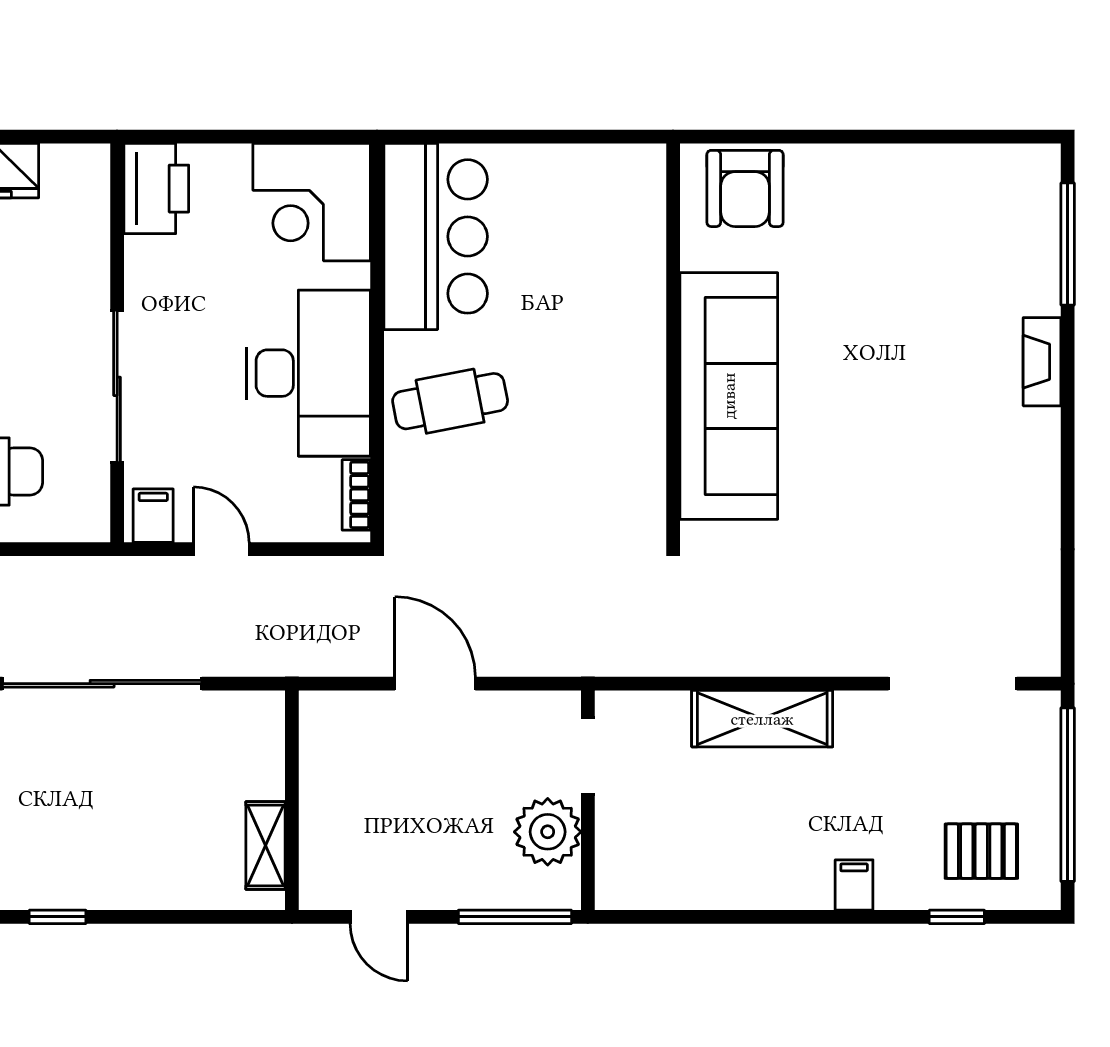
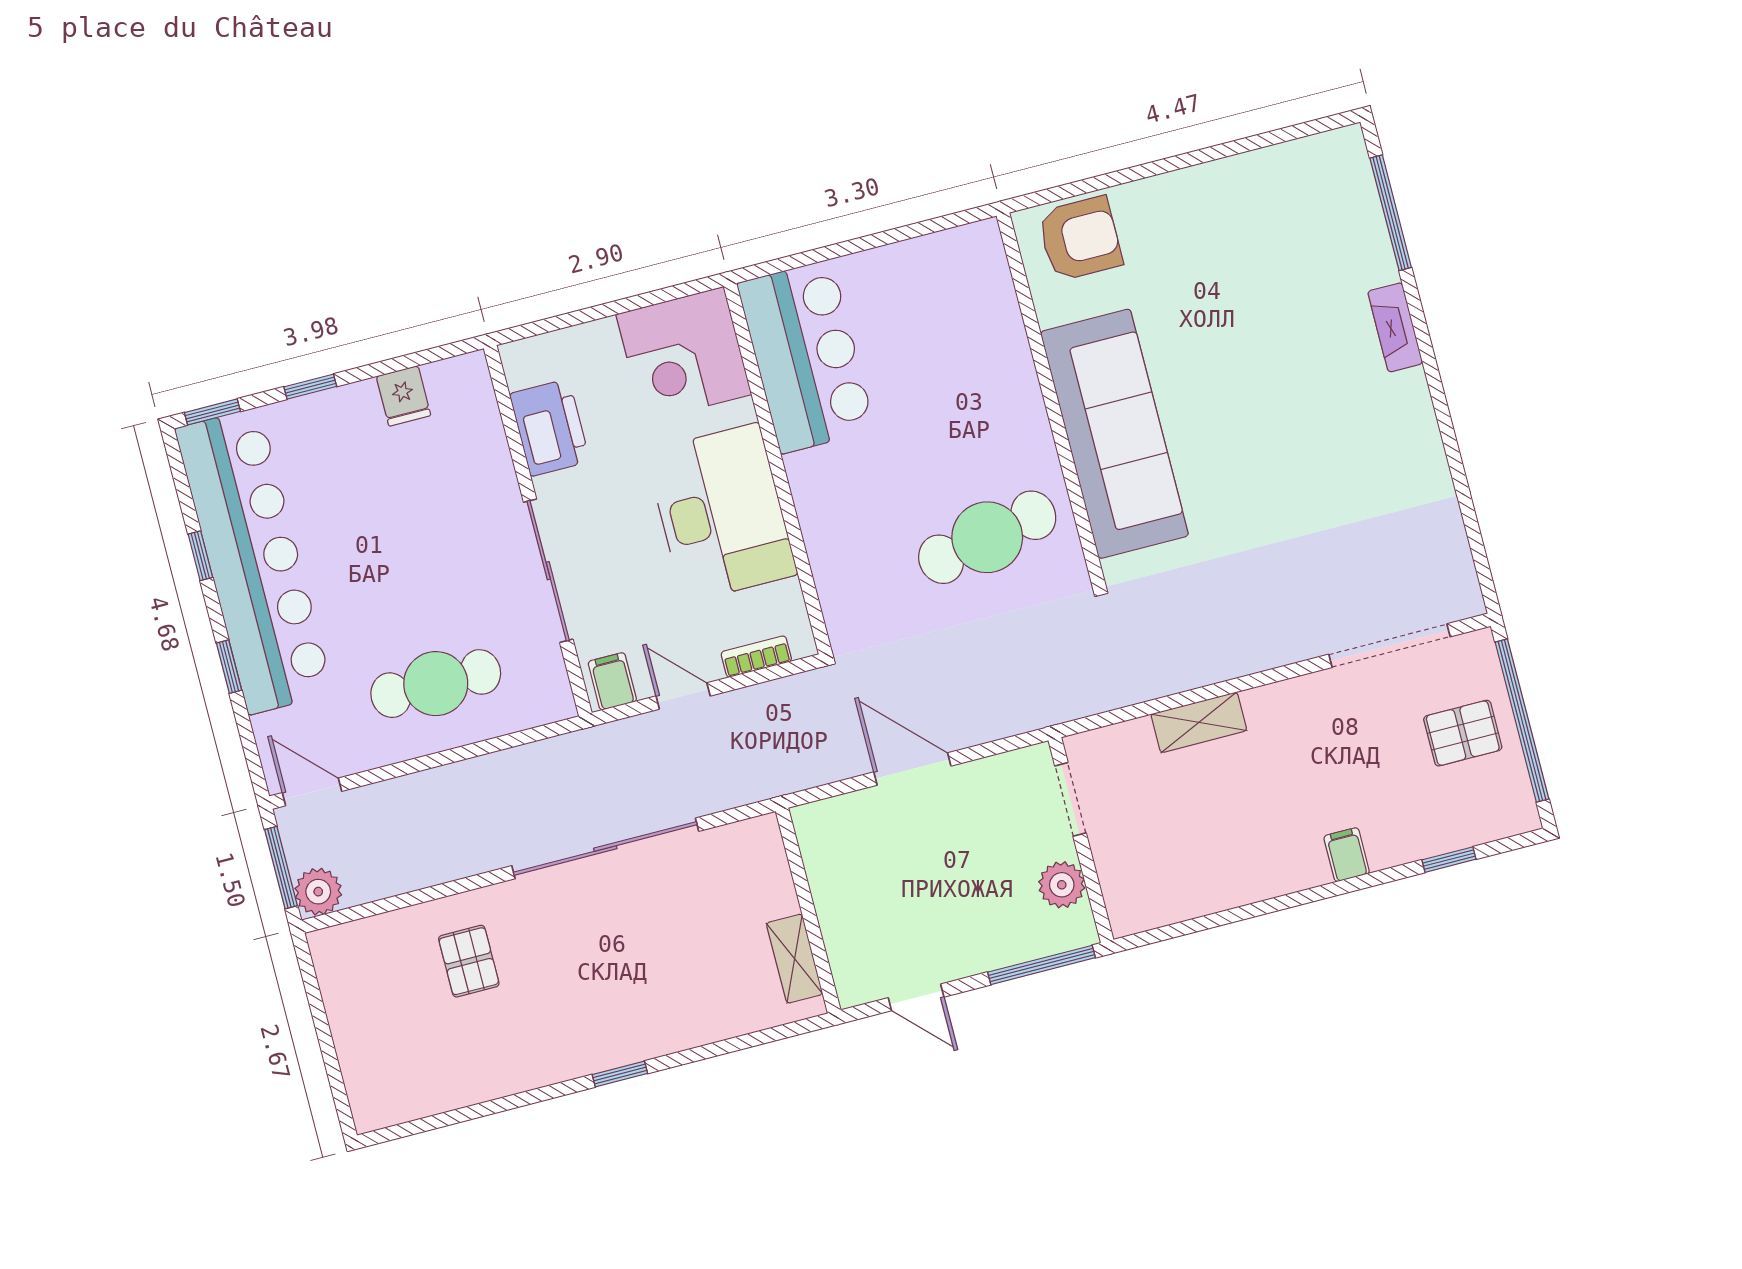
armchair: (745, 188) -> (1080, 239), turned -90
printer: (156, 189) -> (550, 428), moved
cafe table: (450, 401) -> (987, 537), moved, width x1.37, depth x1.35
bookcase: (356, 495) -> (756, 657), moved, turned 90
shelving: (762, 719) -> (1199, 722), width x0.67, depth x0.75
plant: (548, 832) -> (1062, 885), width x0.73, depth x0.73
pallet: (981, 851) -> (1463, 733), moved

